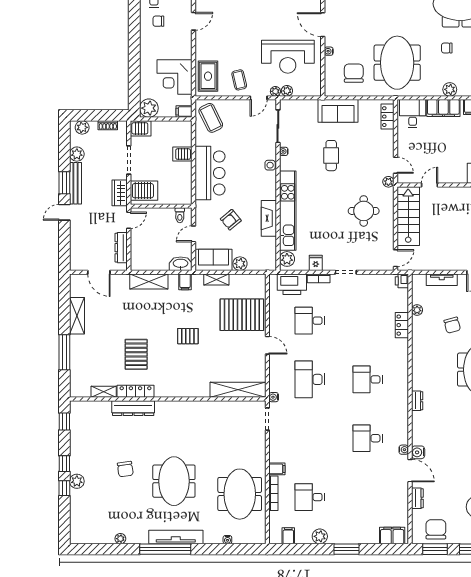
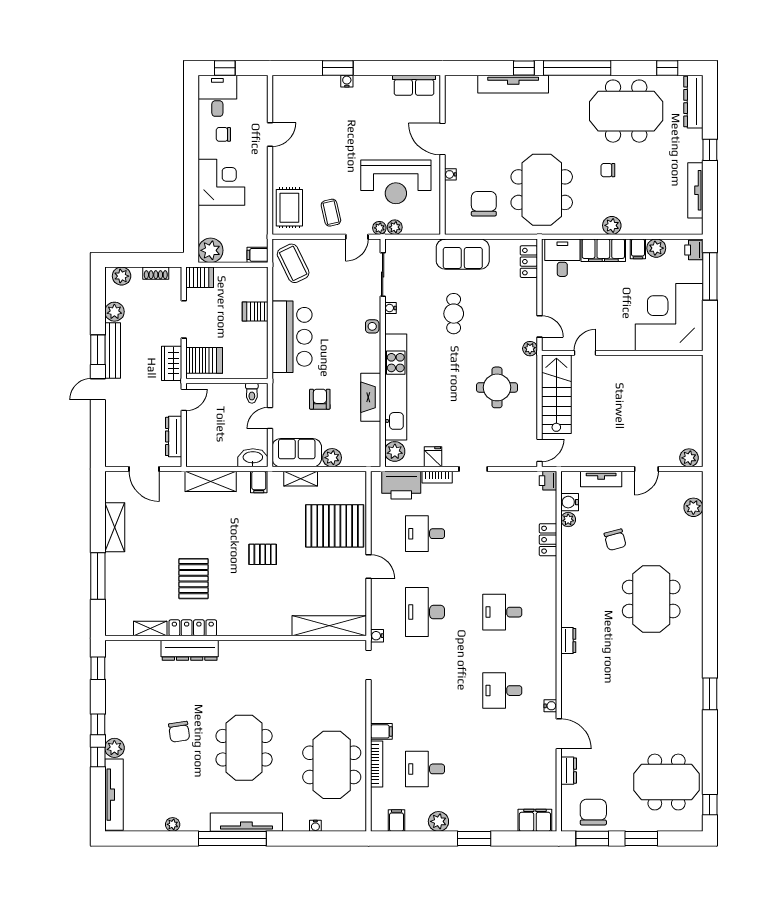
corner desk: (174, 77) -> (221, 182), moved, turned 180
armchair: (231, 220) -> (320, 399), turned 130
water cooler: (418, 452) -> (570, 502), moved
tv unit: (76, 516) -> (114, 795), added

